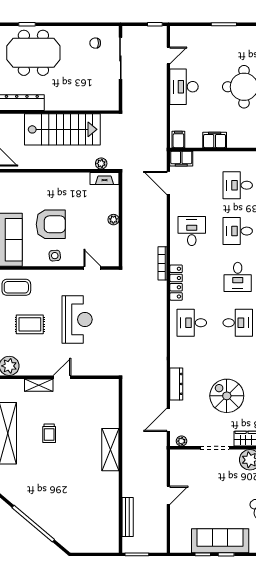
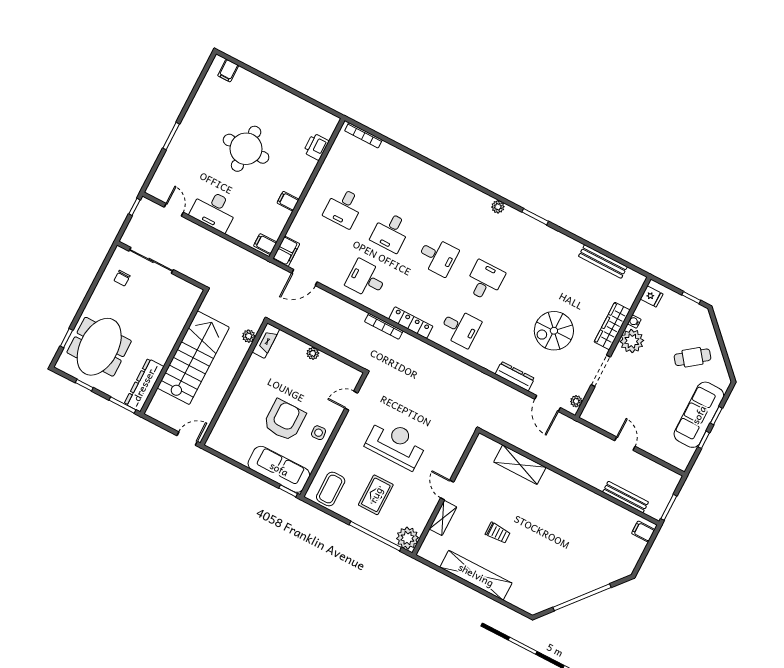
filing cabinet: (215, 140) -> (288, 201), width x0.50
desk: (192, 323) -> (460, 328), turned -90
shelving: (110, 450) -> (520, 465), moved
filing cabinet: (108, 544) -> (643, 532), added

